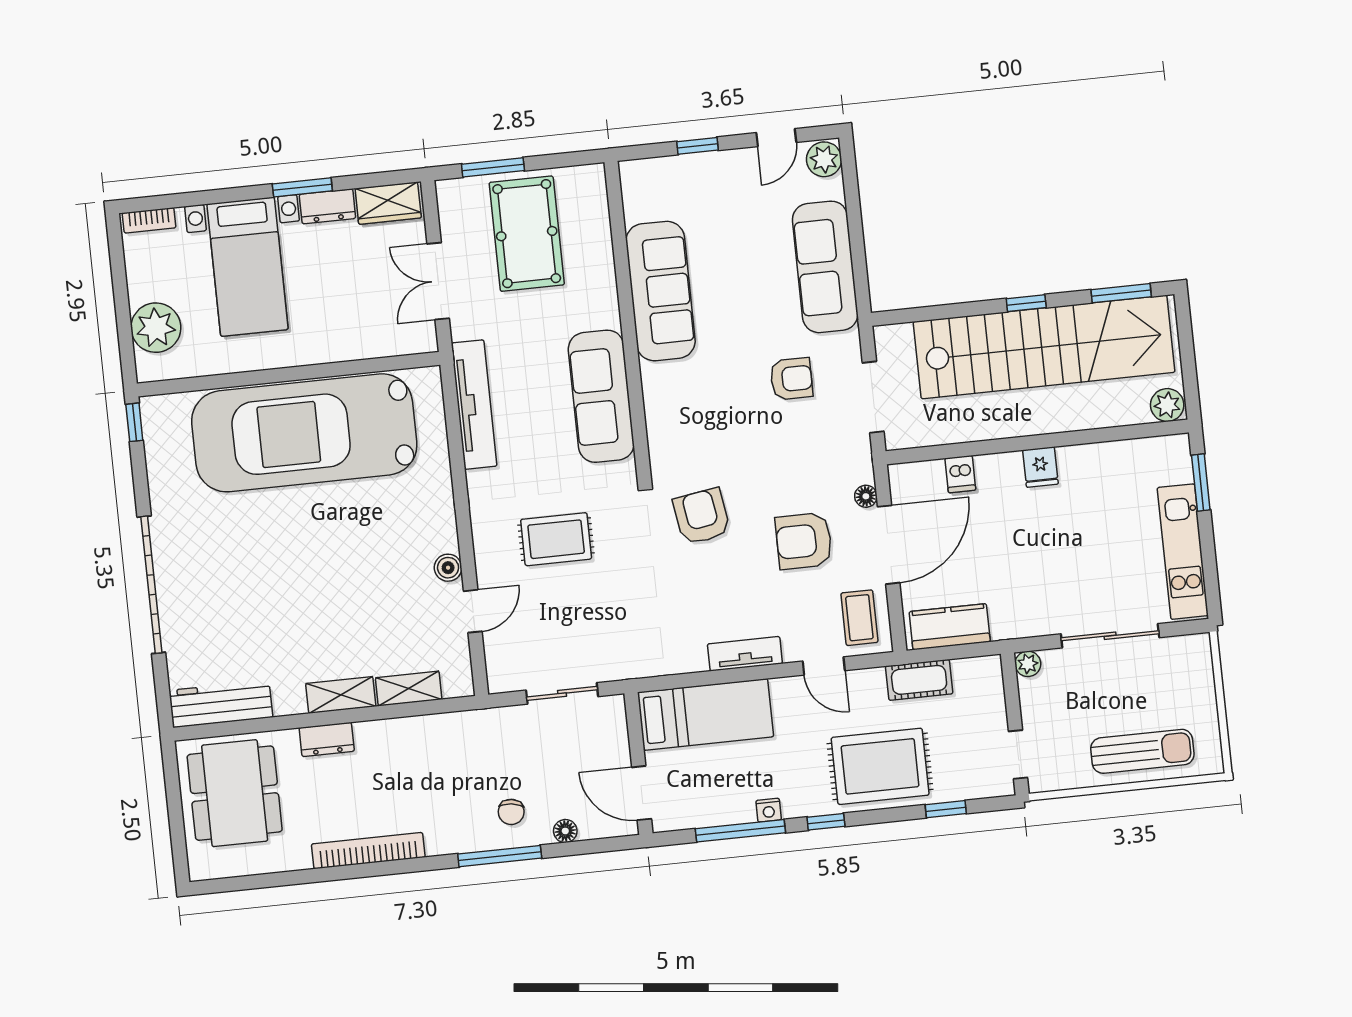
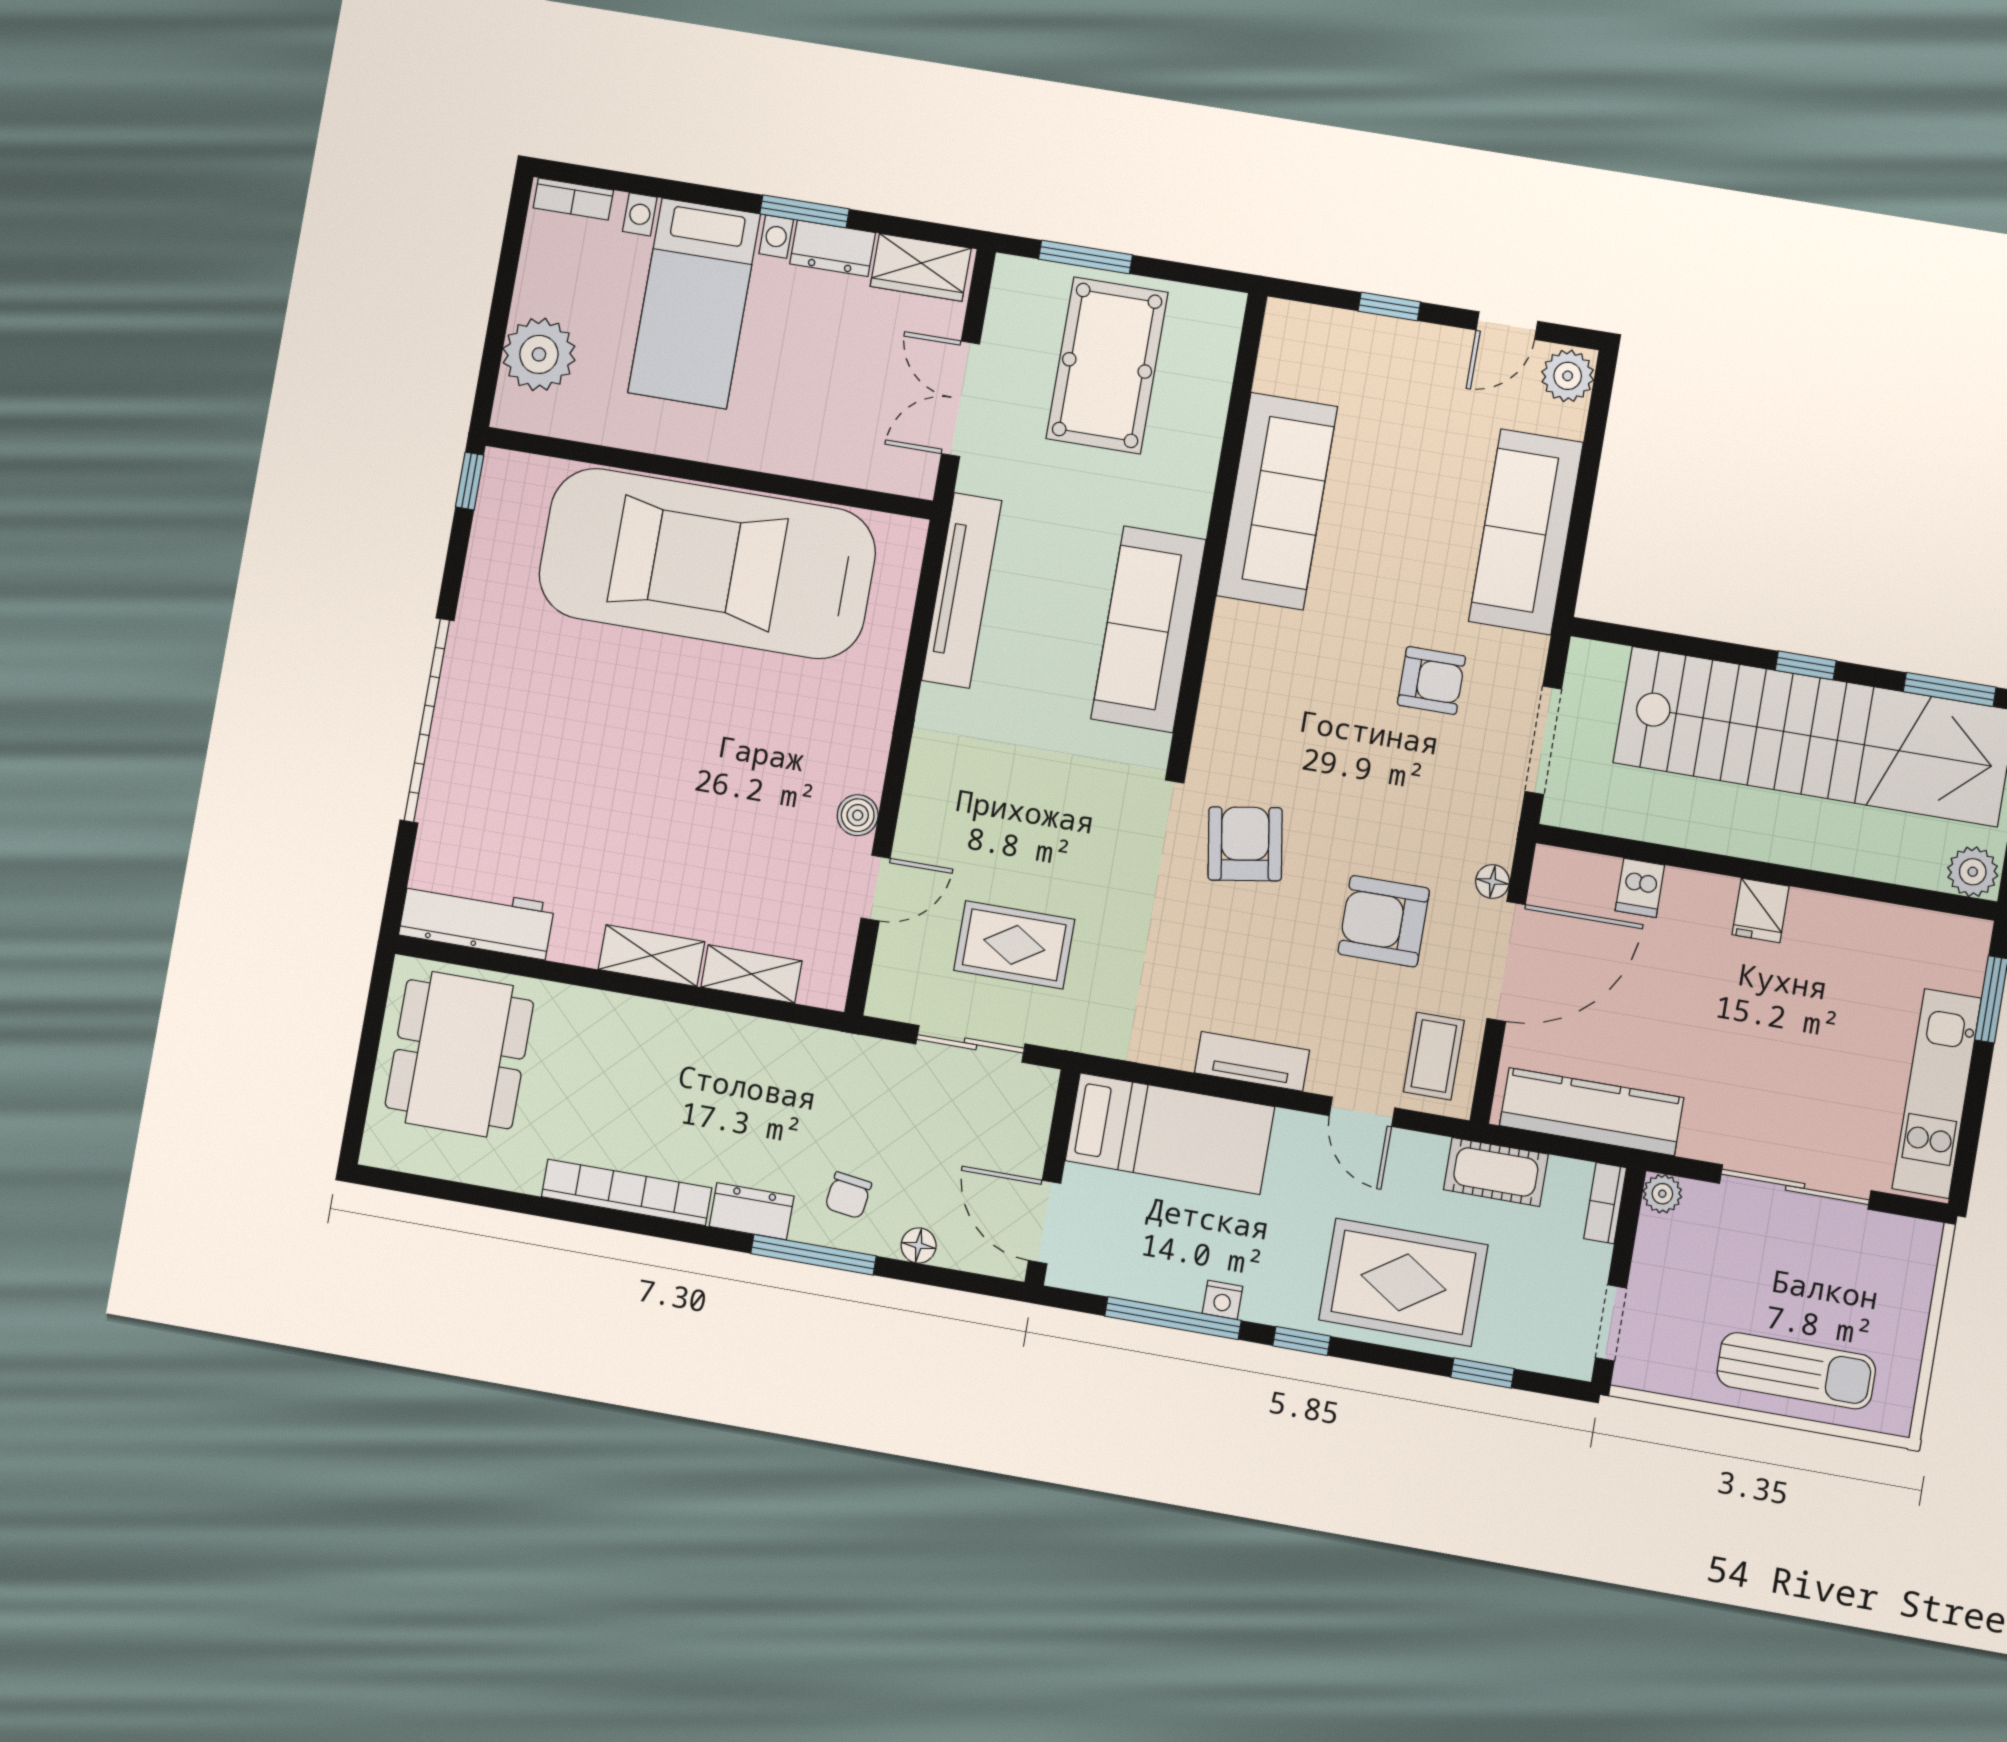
rug: (556, 539) -> (1014, 945), moved
kitchen counter: (950, 627) -> (1592, 1112), width x1.50
bookcase: (993, 680) -> (1605, 1203), added
dresser: (327, 739) -> (752, 1211), moved, turned 180

